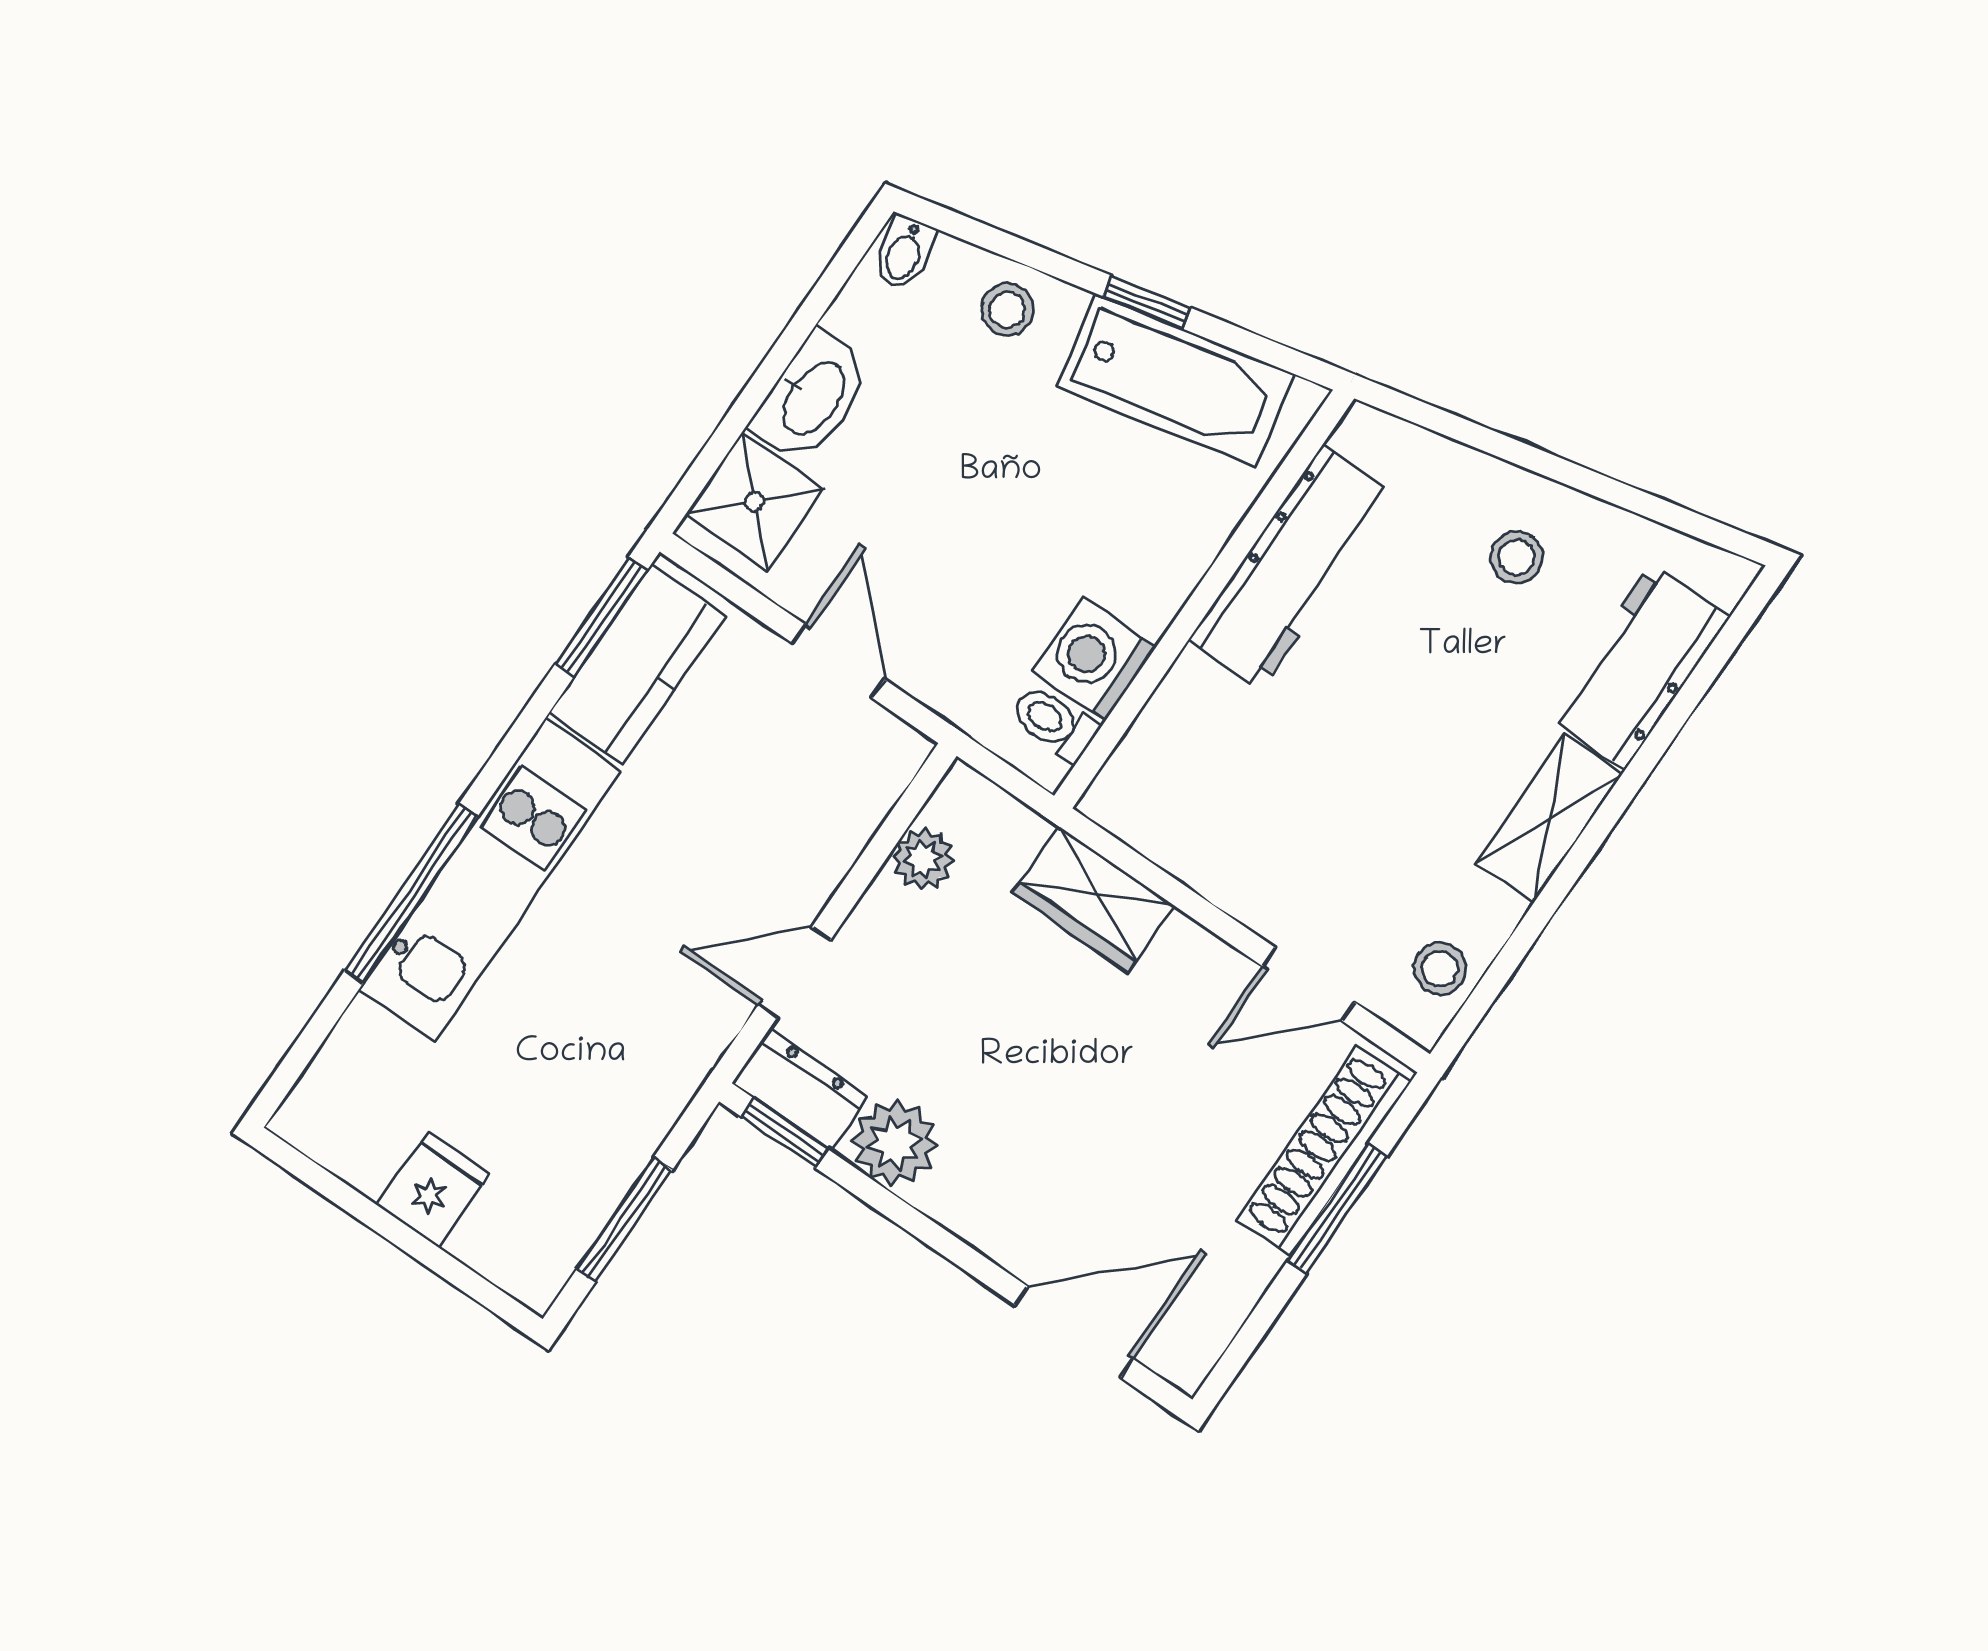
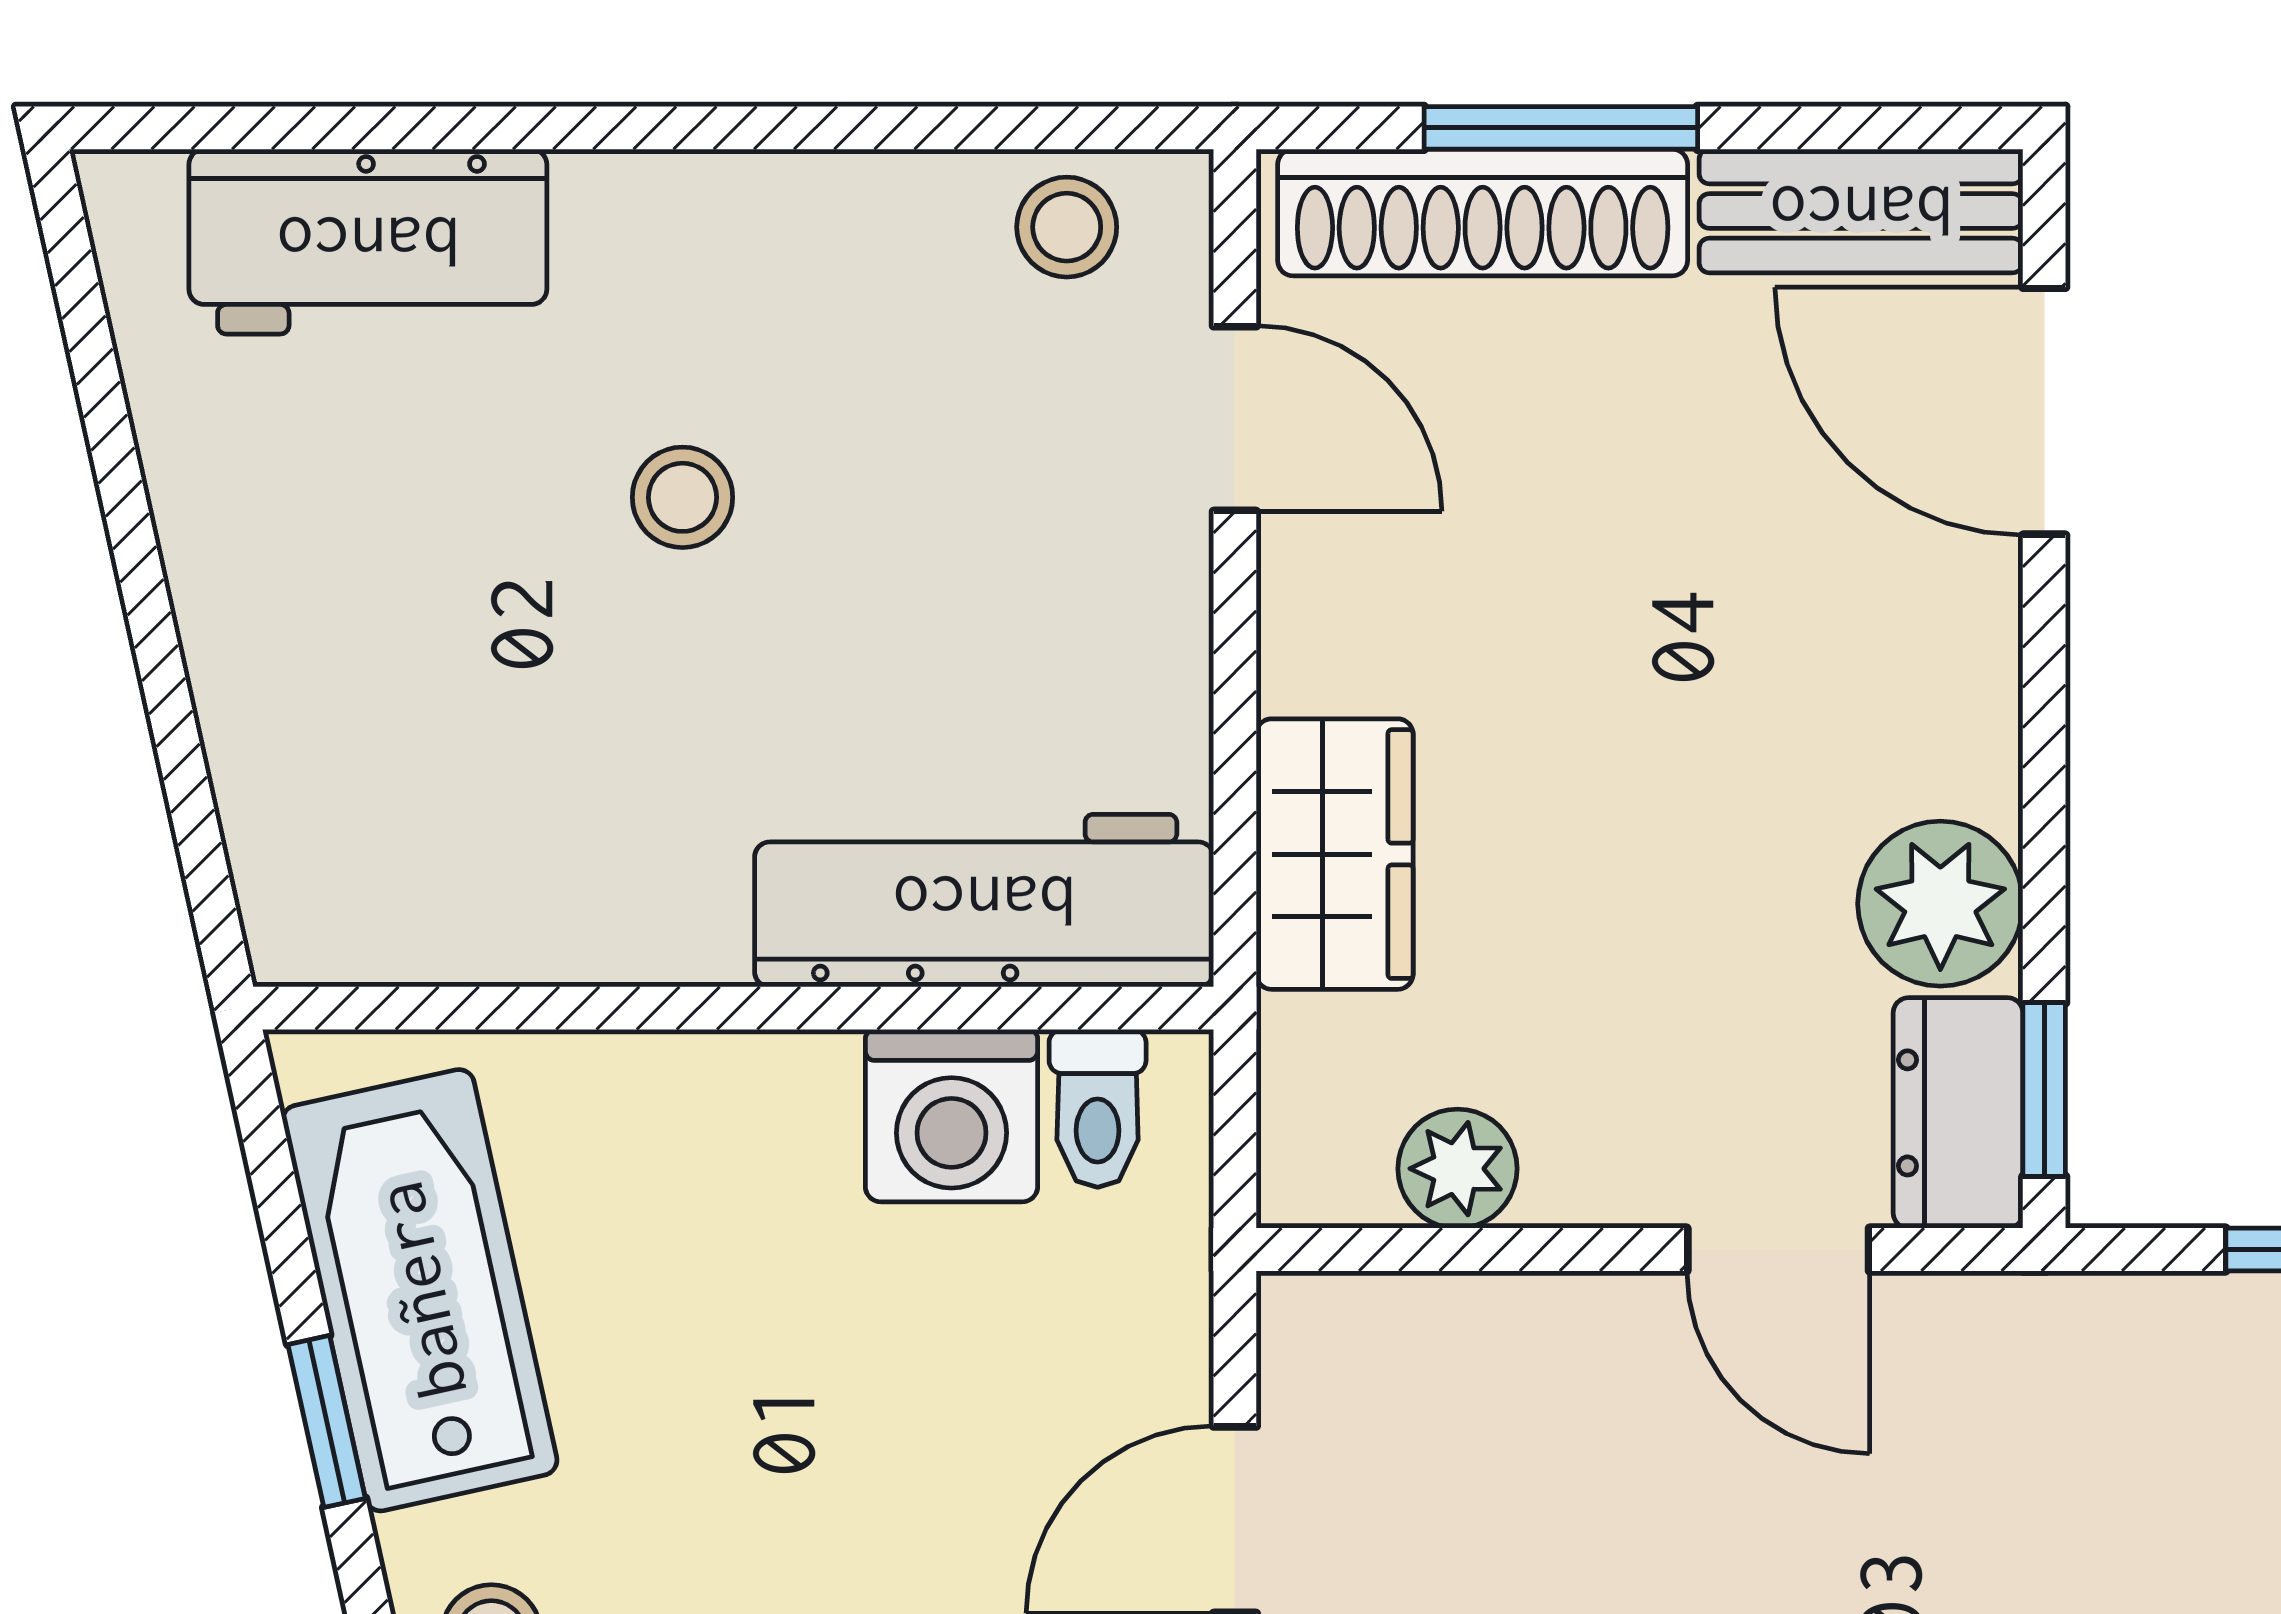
stool: (1516, 557) -> (682, 497), moved
workbench: (1292, 568) -> (984, 901), moved
shelving: (1549, 819) -> (709, 217), removed
bench: (1214, 1313) -> (1861, 211), added

